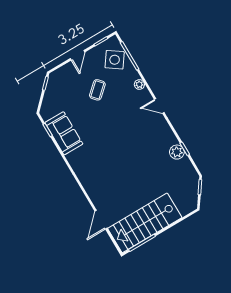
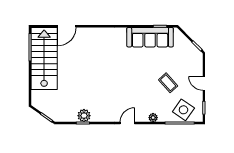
sofa: (64, 133) -> (150, 37), width x1.36
door: (101, 220) -> (67, 26), swing flipped

